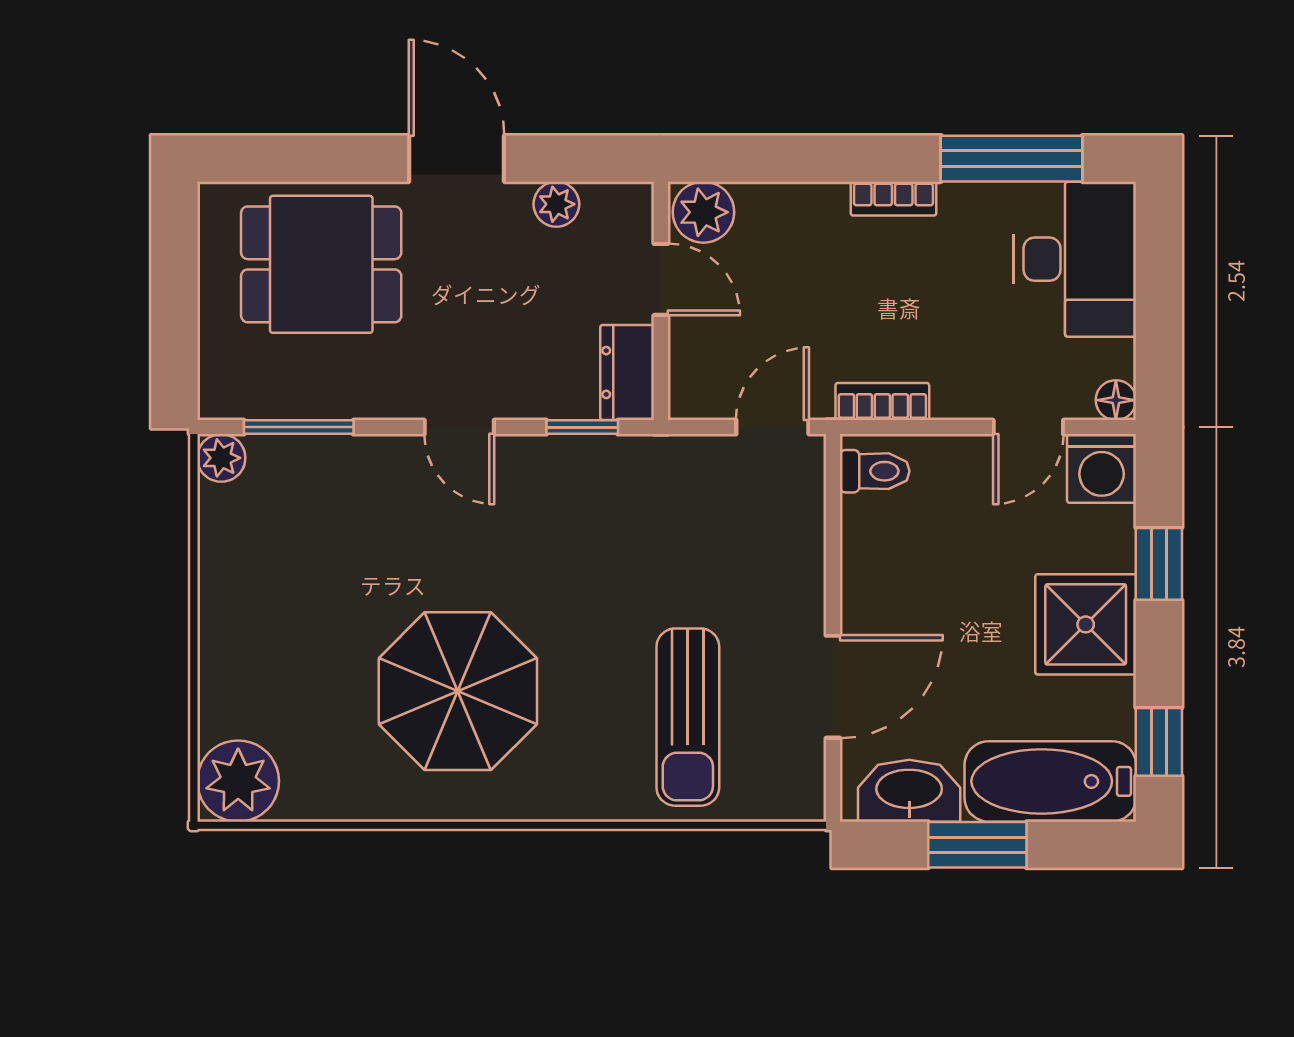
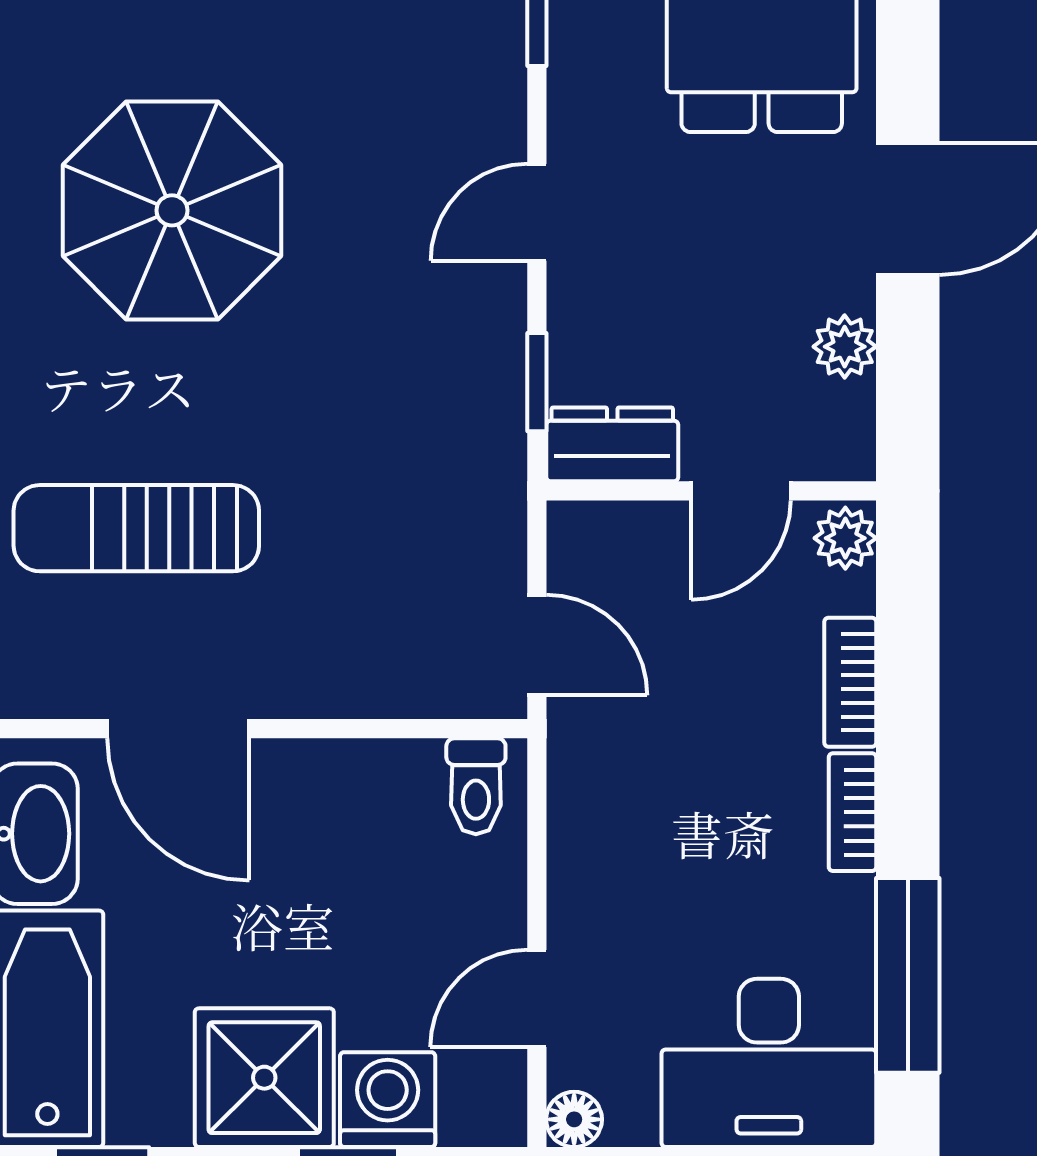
plant: (703, 212) -> (845, 538), width x0.73, depth x0.73
bookcase: (882, 401) -> (850, 682), moved, turned 180
door: (1028, 427) -> (537, 998), hinge flipped
washing machine: (1102, 468) -> (388, 1100), moved, turned 90

